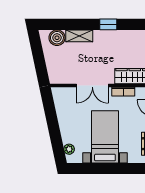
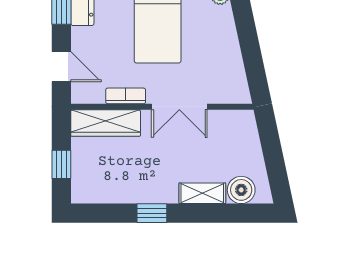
double door: (92, 86) -> (179, 107), swing flipped

